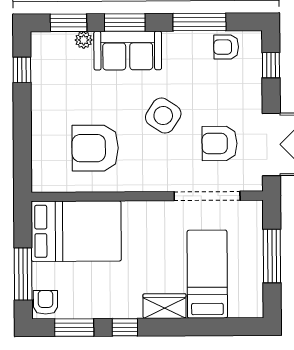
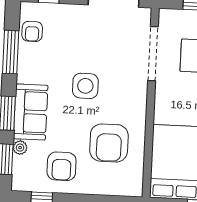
side table: (163, 116) -> (85, 86), turned -33
armchair: (220, 143) -> (62, 166), moved

